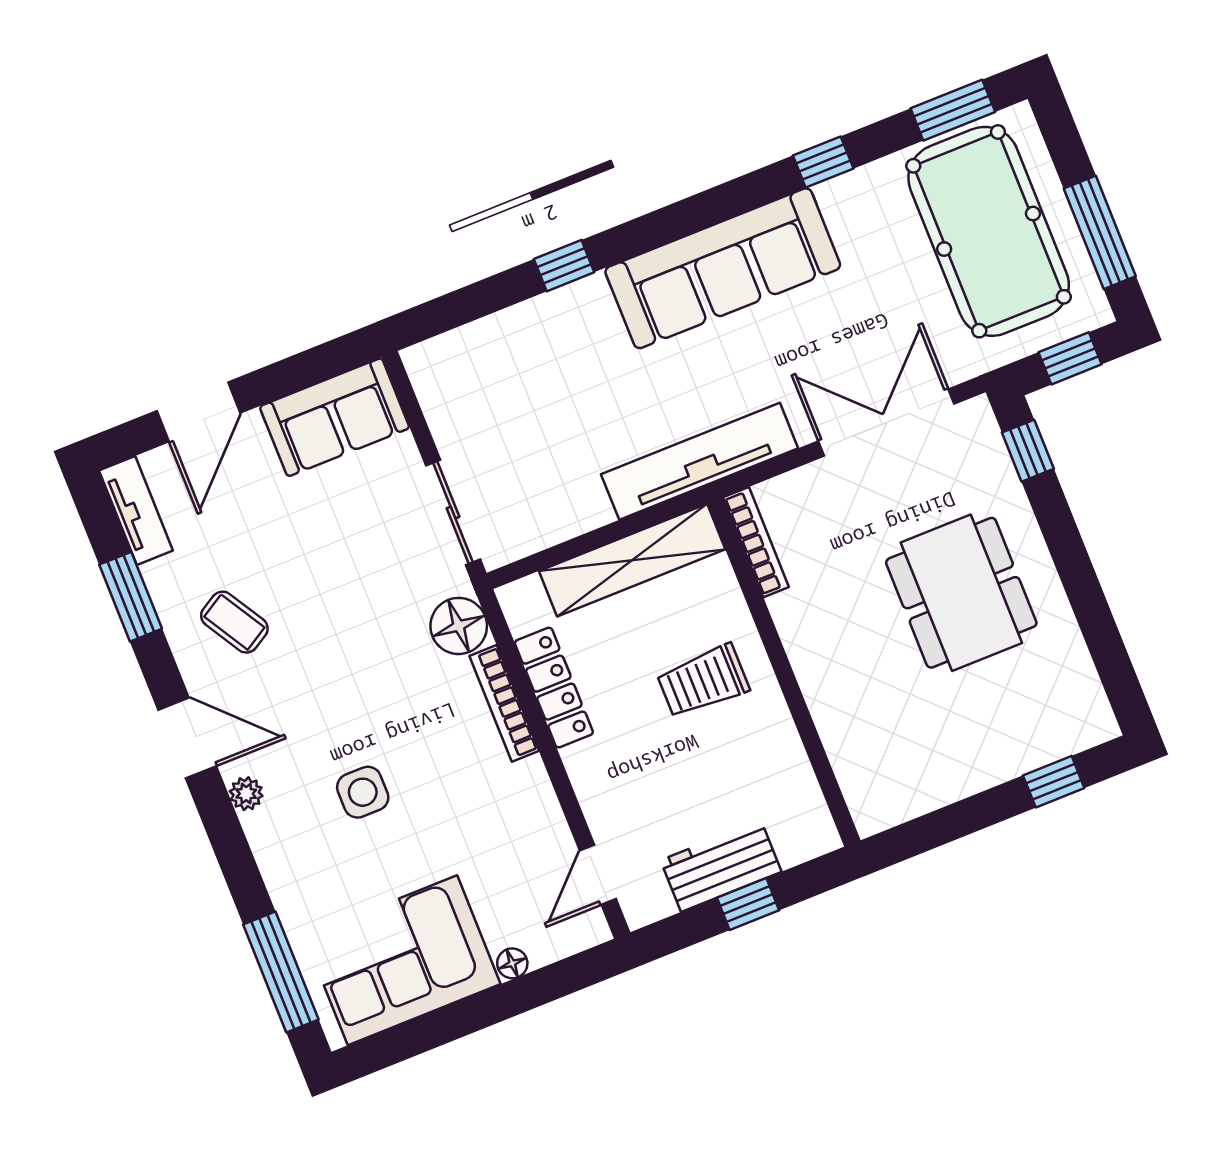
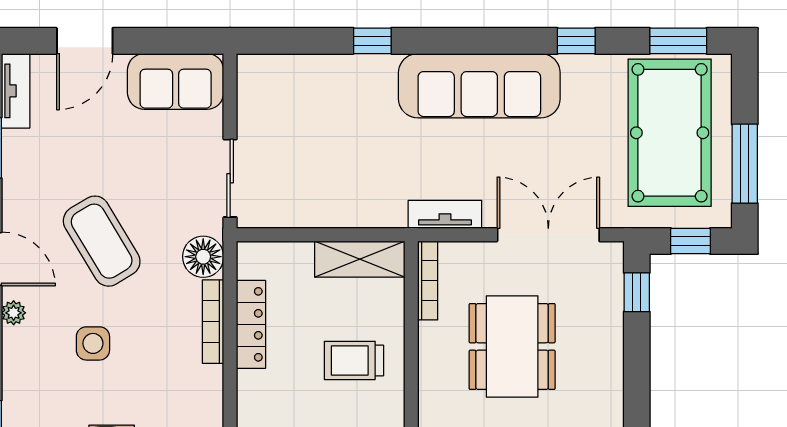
tv unit: (700, 461) -> (445, 214), width x0.52, depth x0.78
shelving: (632, 560) -> (360, 259), width x0.68
dining table: (961, 593) -> (512, 346), moved
coffee table: (234, 622) -> (102, 241), moved, width x1.86, depth x1.72

